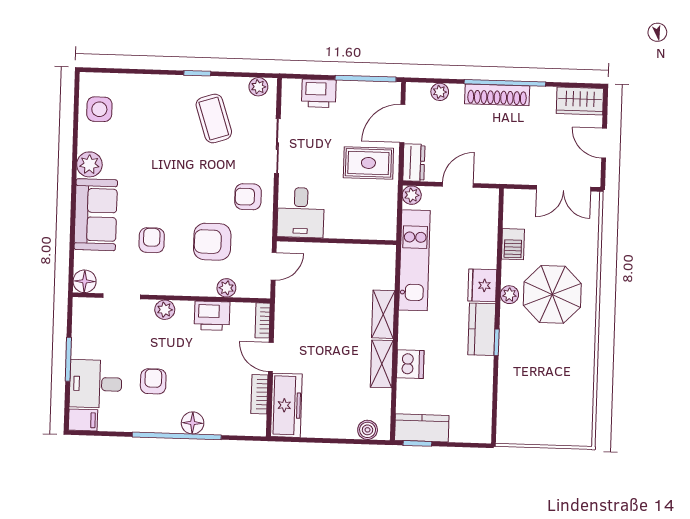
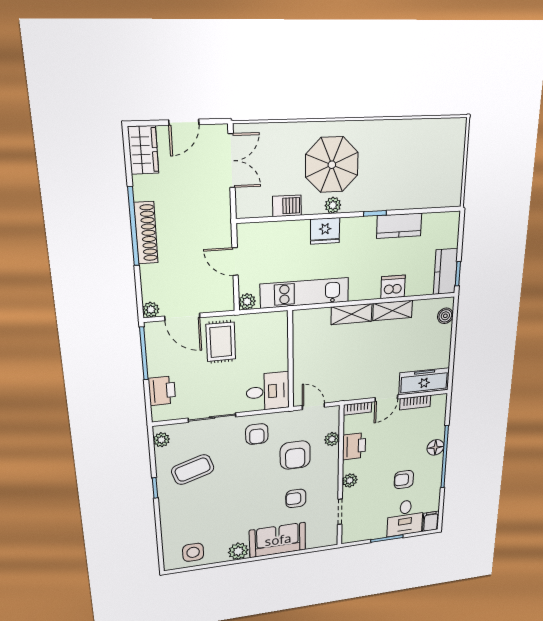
plant: (440, 92) -> (151, 310), moved
dresser: (414, 163) -> (217, 303), removed
floor lamp: (85, 281) -> (329, 538), removed
kitchen counter: (482, 329) -> (399, 226), moved

